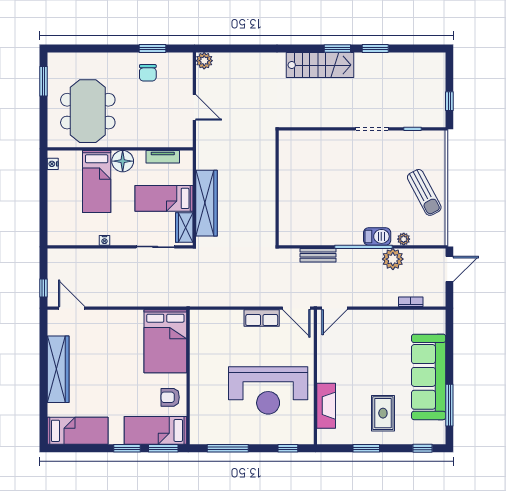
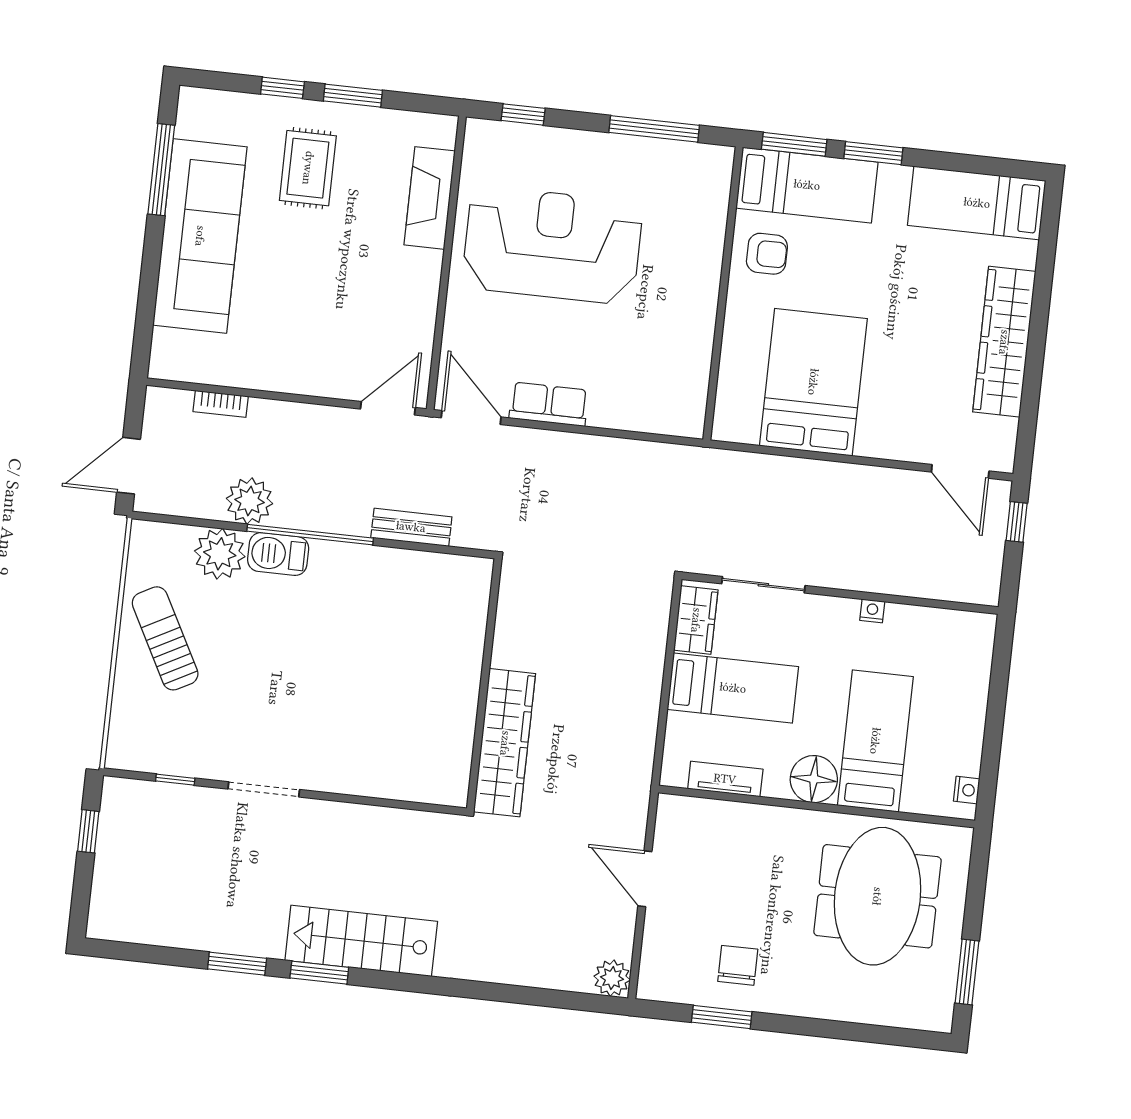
wardrobe: (207, 203) -> (505, 743), moved, turned 180
plant: (404, 239) -> (220, 554), width x1.87, depth x1.87
bed: (165, 341) -> (813, 382), moved
window: (422, 448) -> (282, 88), moved

